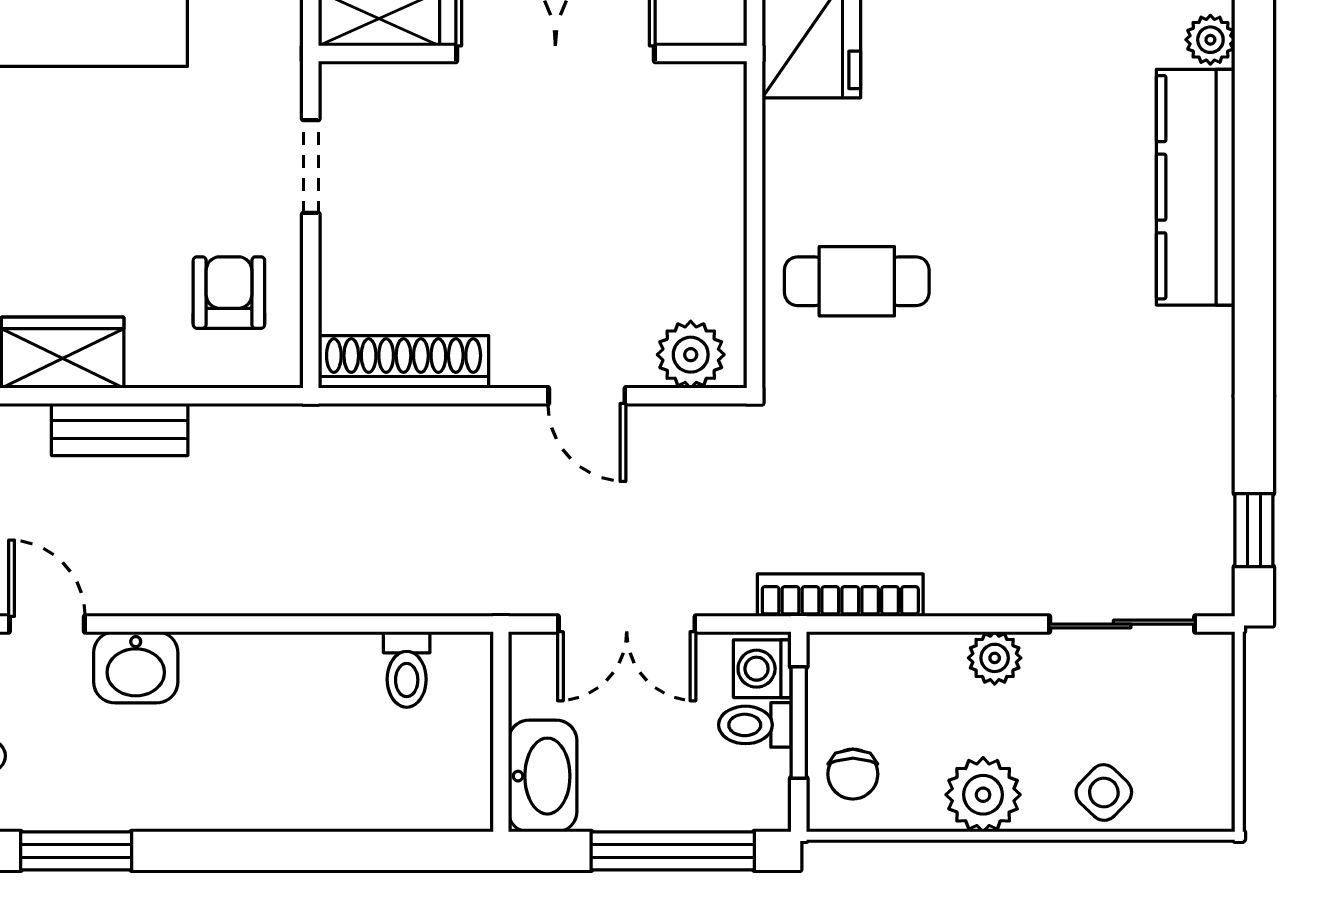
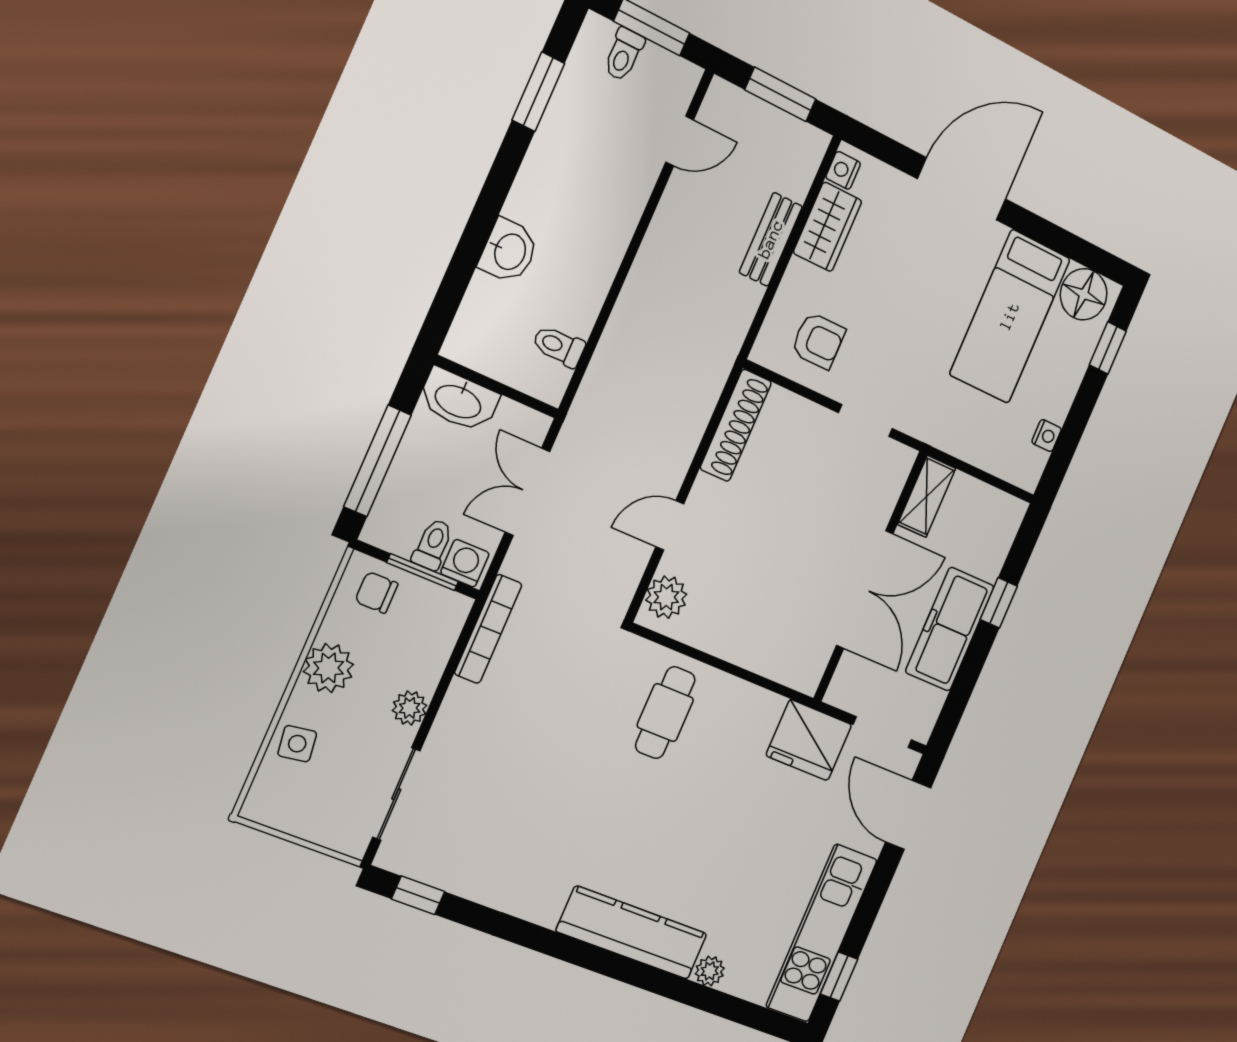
washbasin: (136, 667) -> (509, 251), moved, turned 180
side table: (1104, 792) -> (297, 744), turned 38

